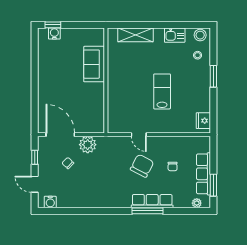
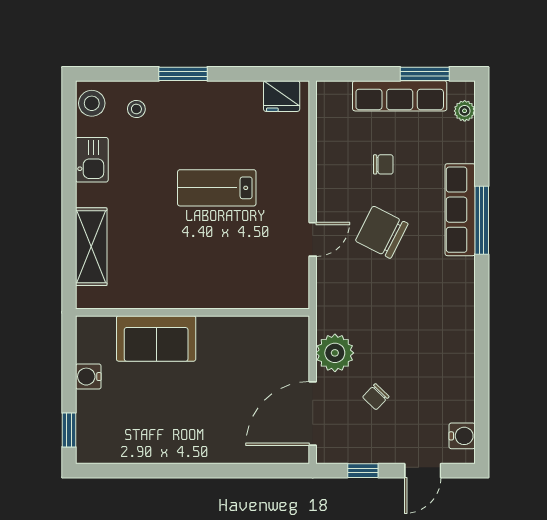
water cooler: (54, 33) -> (88, 377), moved

